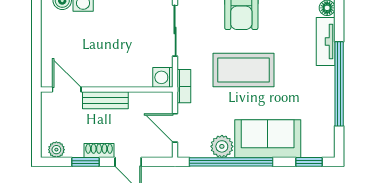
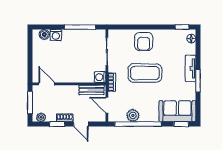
tv unit: (326, 42) -> (191, 68), moved
window: (339, 84) -> (198, 81), width x0.47
bench: (105, 100) -> (92, 90), moved
window: (36, 123) -> (30, 103), added
sofa: (268, 139) -> (177, 111), moved

